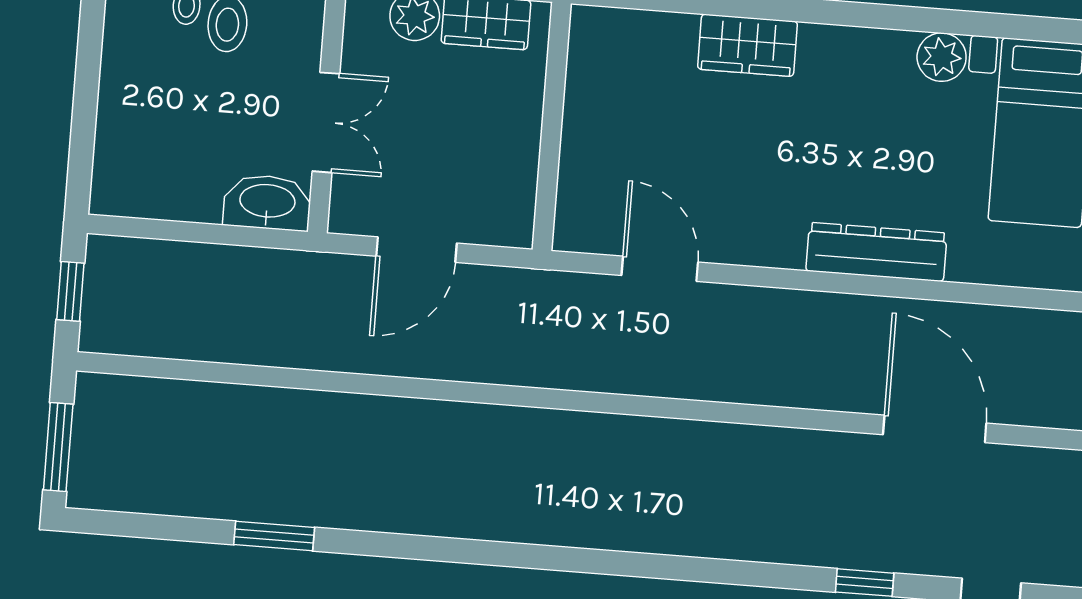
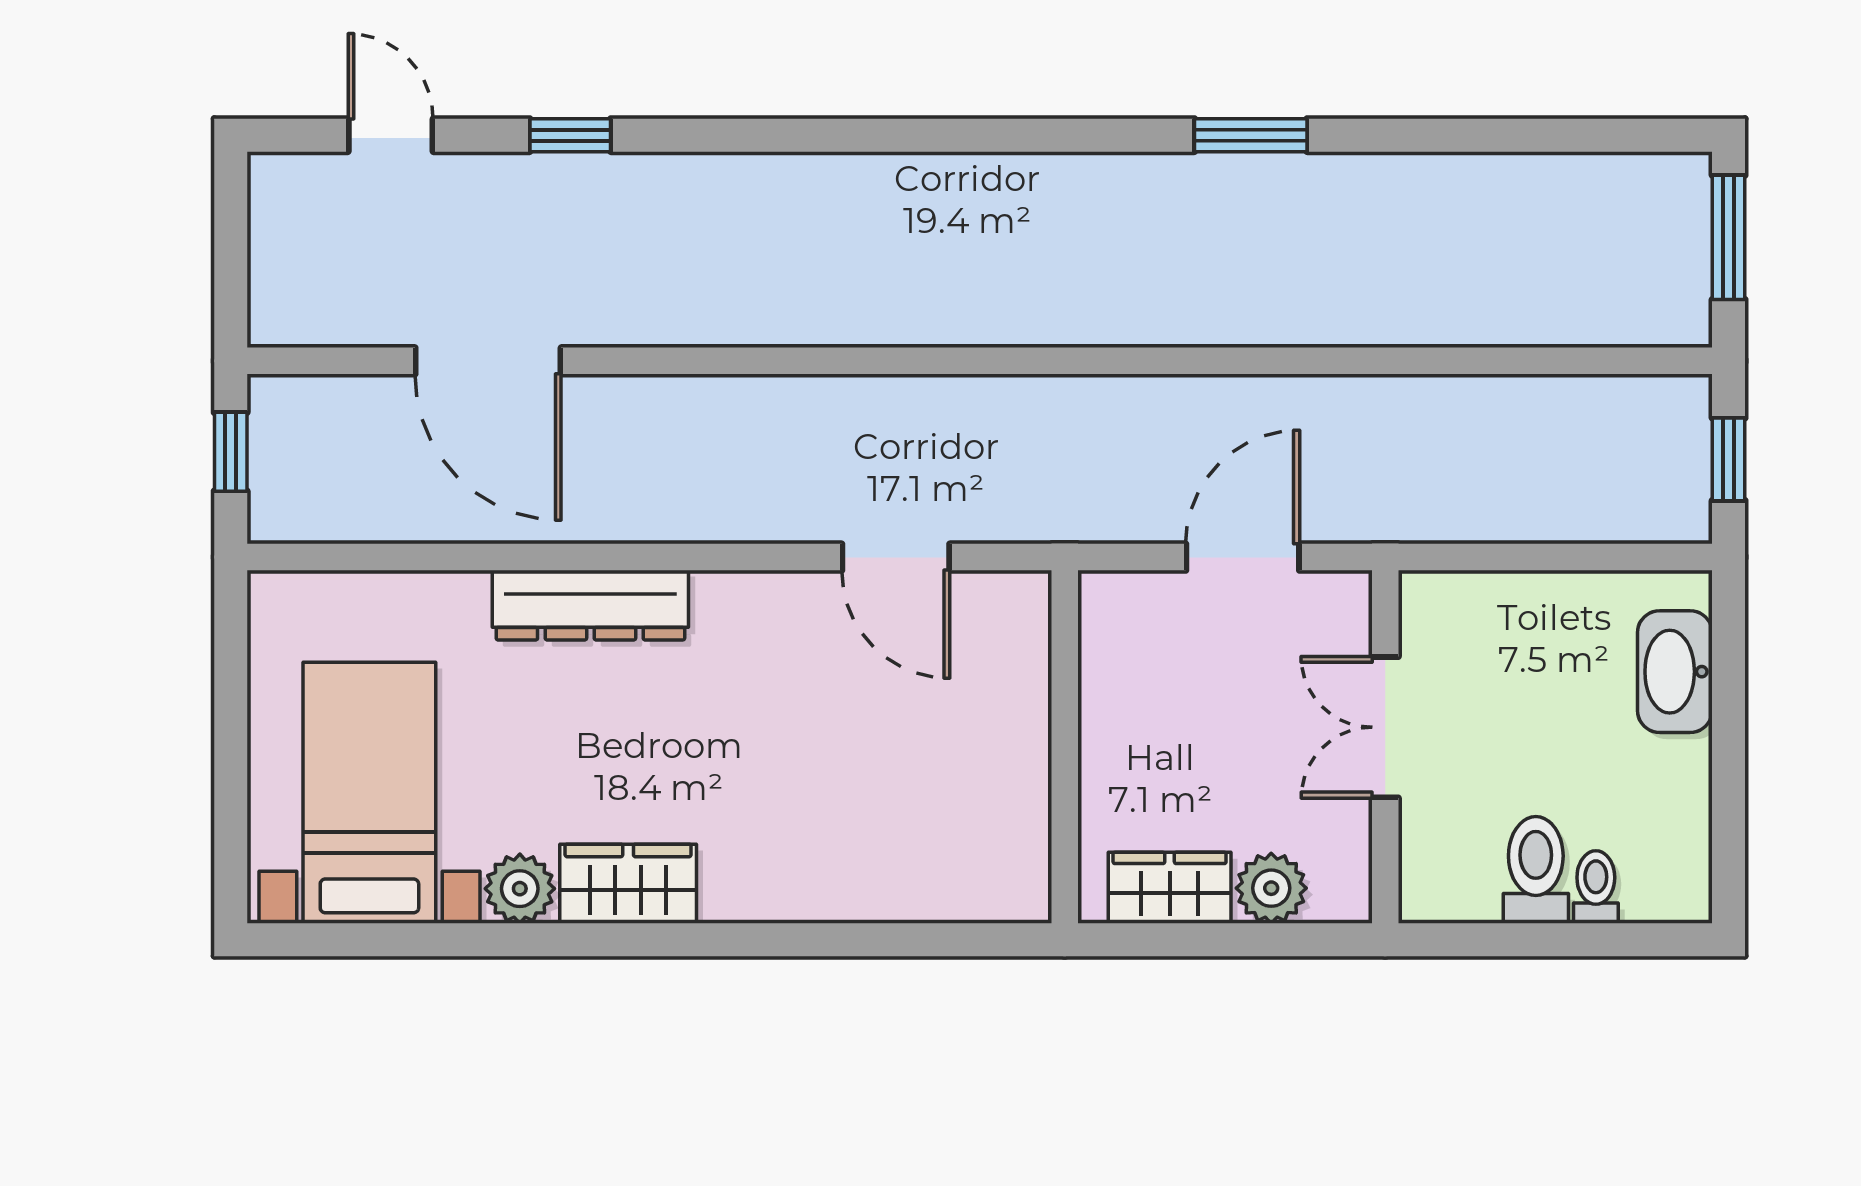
wardrobe: (747, 45) -> (628, 884), moved
washbasin: (267, 202) -> (1675, 672), moved, turned 90
window: (274, 536) -> (1251, 135), moved

